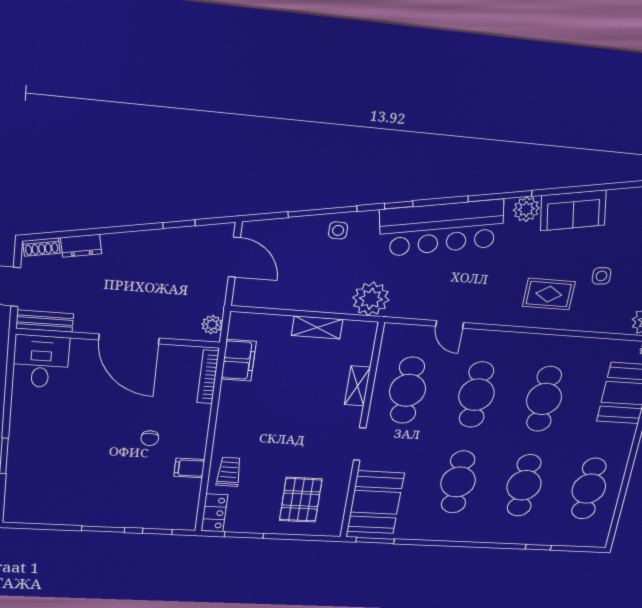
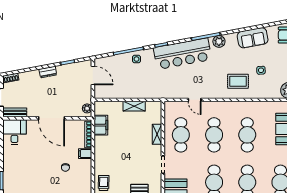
sofa: (573, 210) -> (253, 38), moved
dresser: (81, 246) -> (48, 72), moved
plant: (371, 299) -> (156, 90), removed
filing cabinet: (189, 468) -> (85, 154), moved

